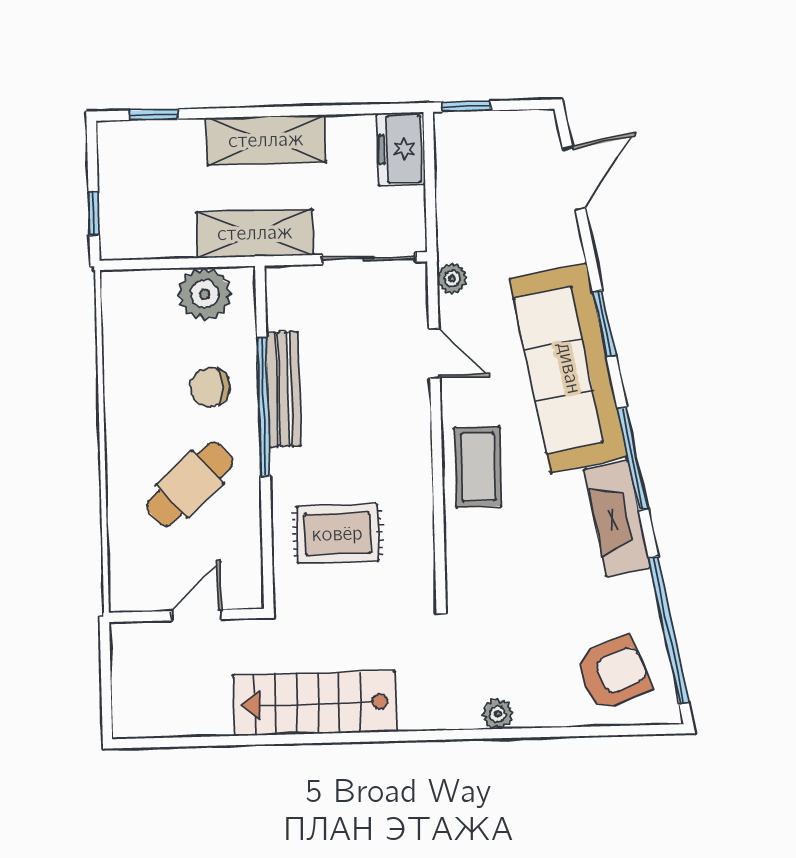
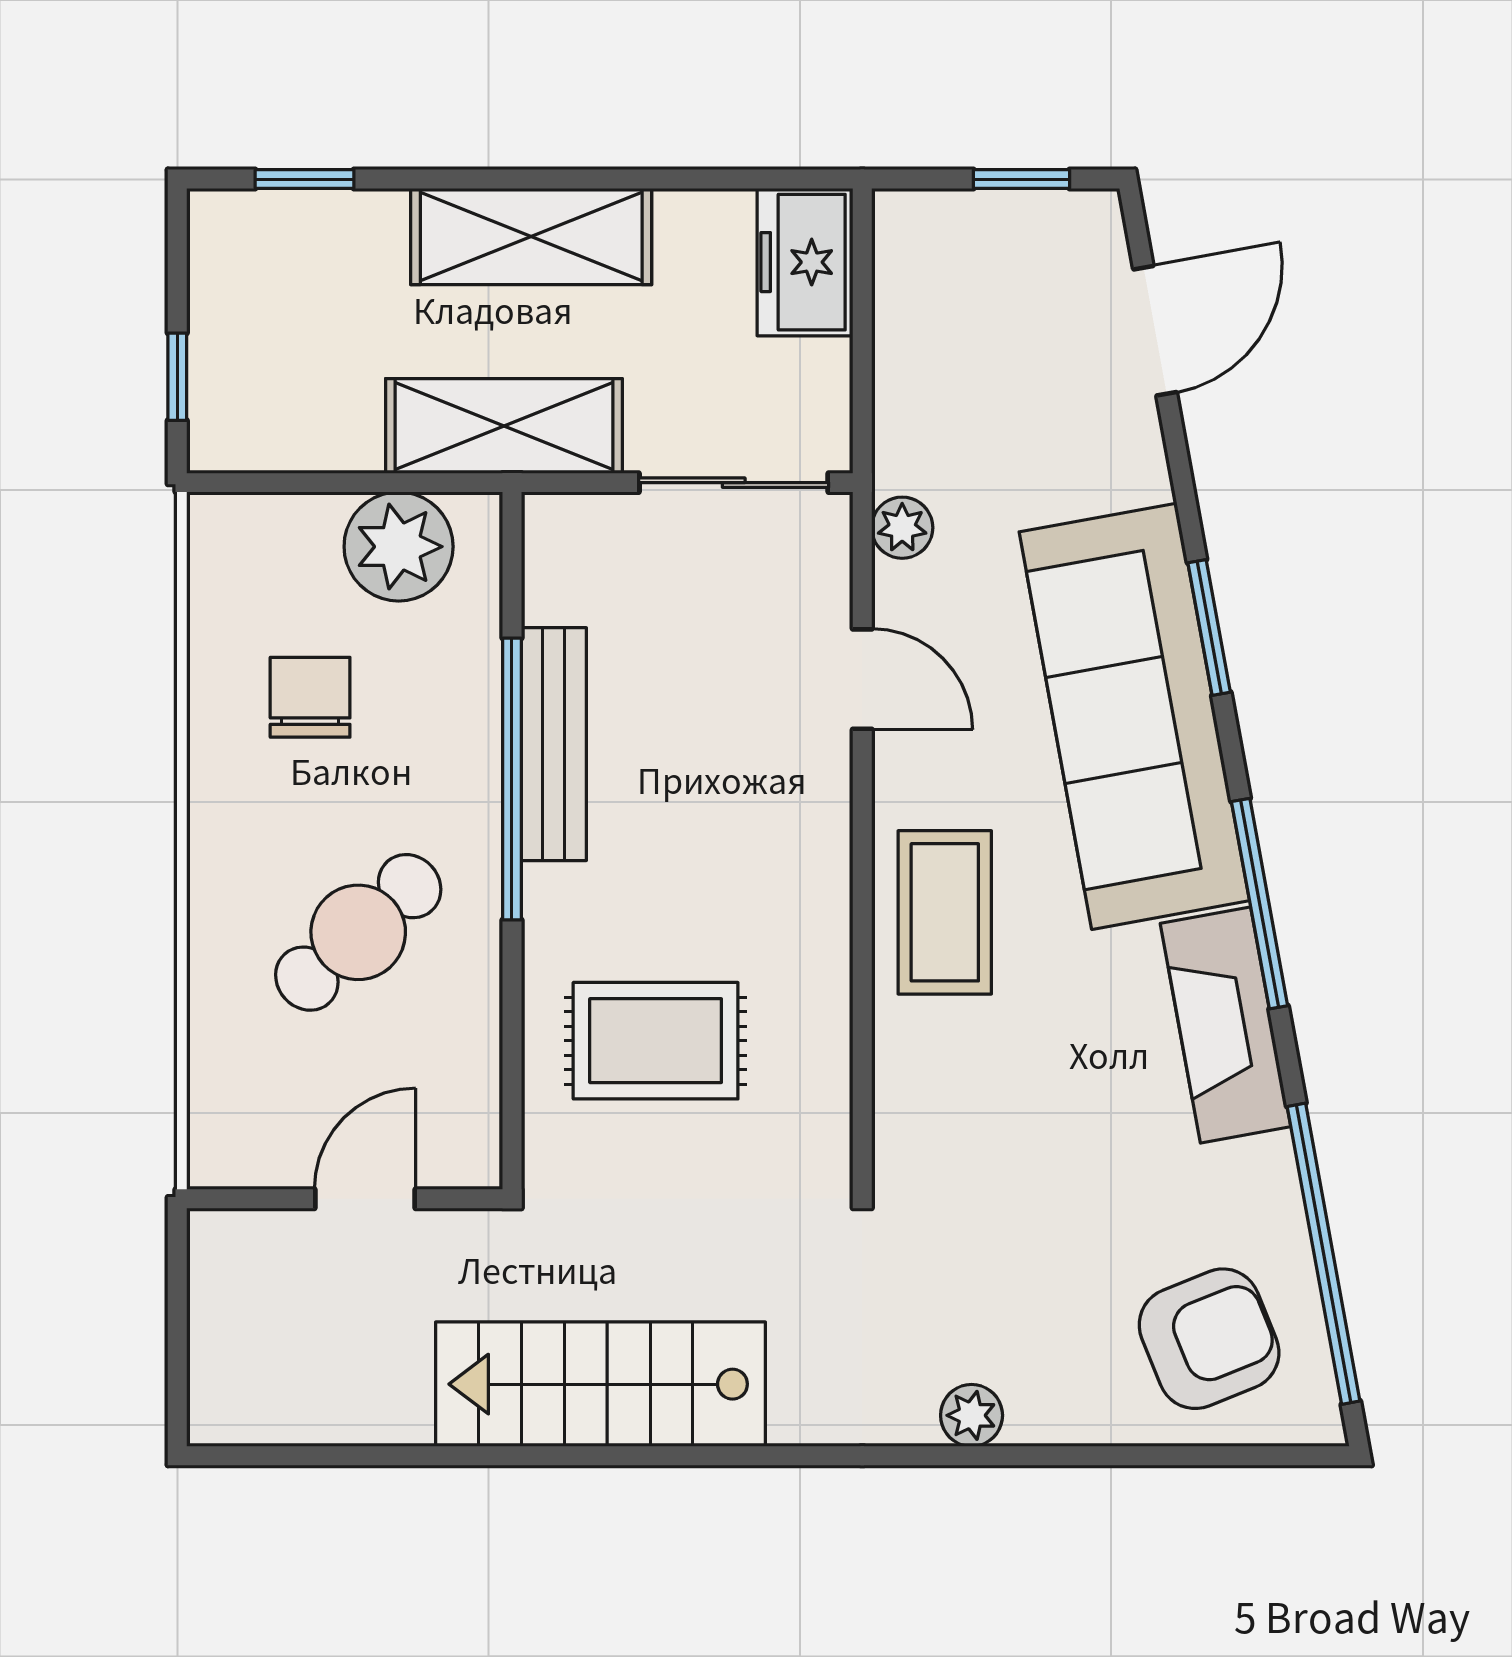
window: (466, 106) -> (1021, 179), moved
chair: (210, 387) -> (310, 697), moved, turned 90

